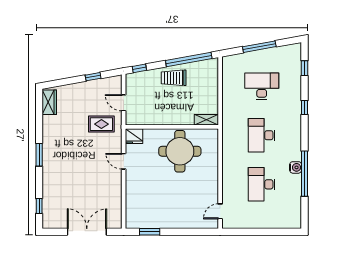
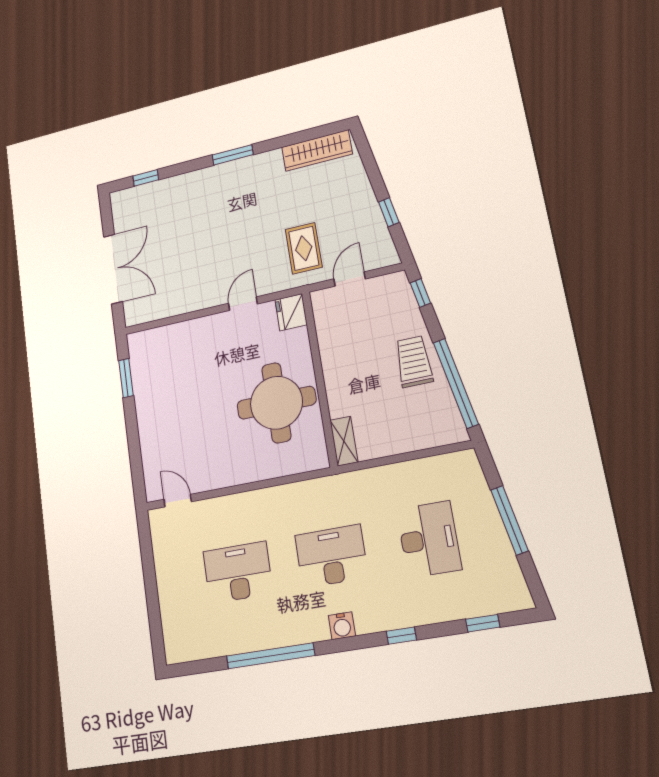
wardrobe: (49, 102) -> (317, 151), width x1.50
water cooler: (296, 167) -> (342, 626), moved

